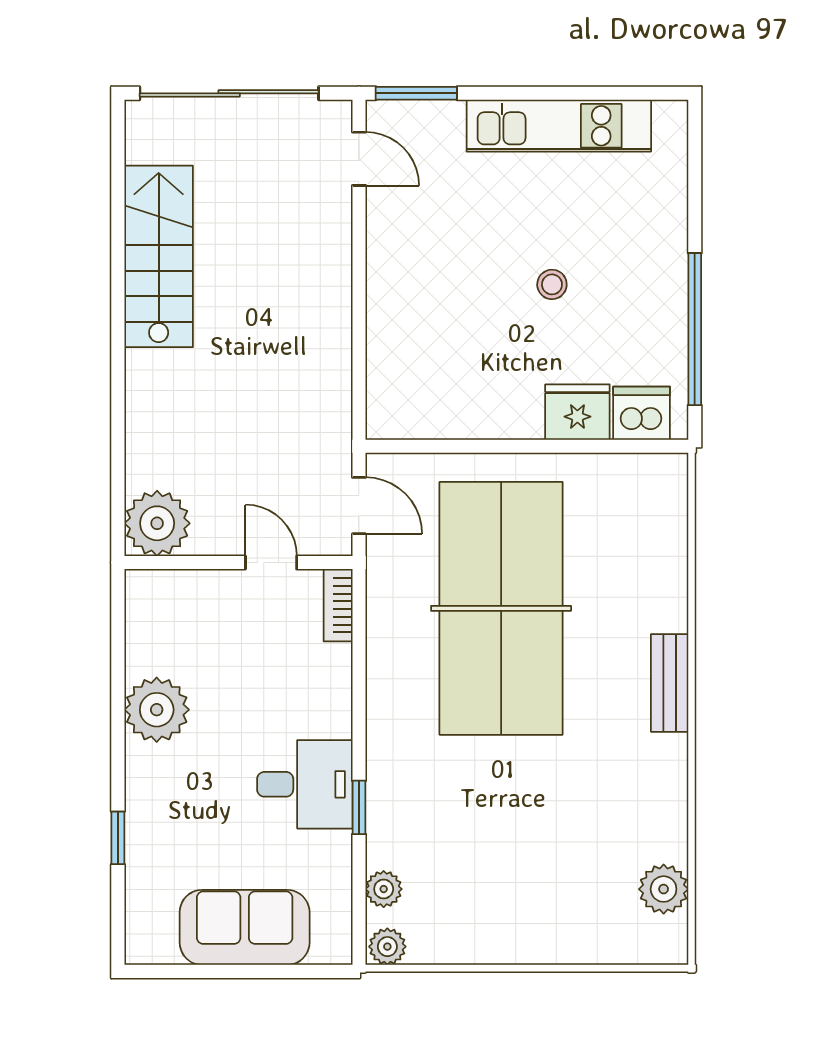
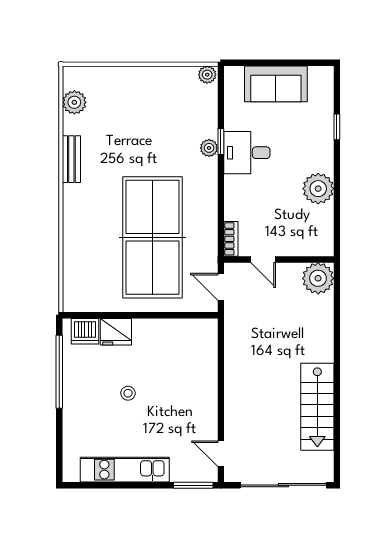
bench: (670, 683) -> (71, 159), moved
plant: (384, 889) -> (209, 148), moved

